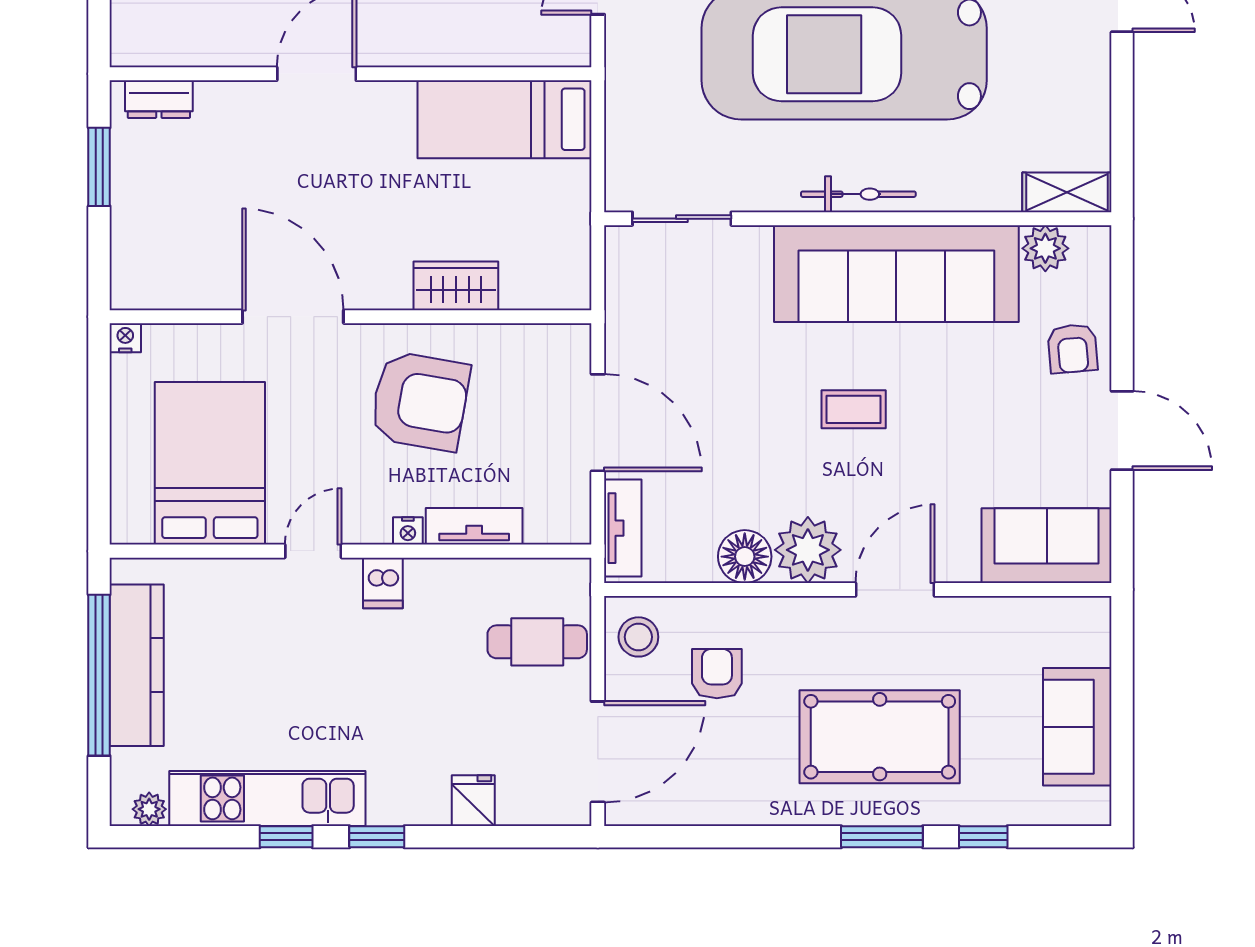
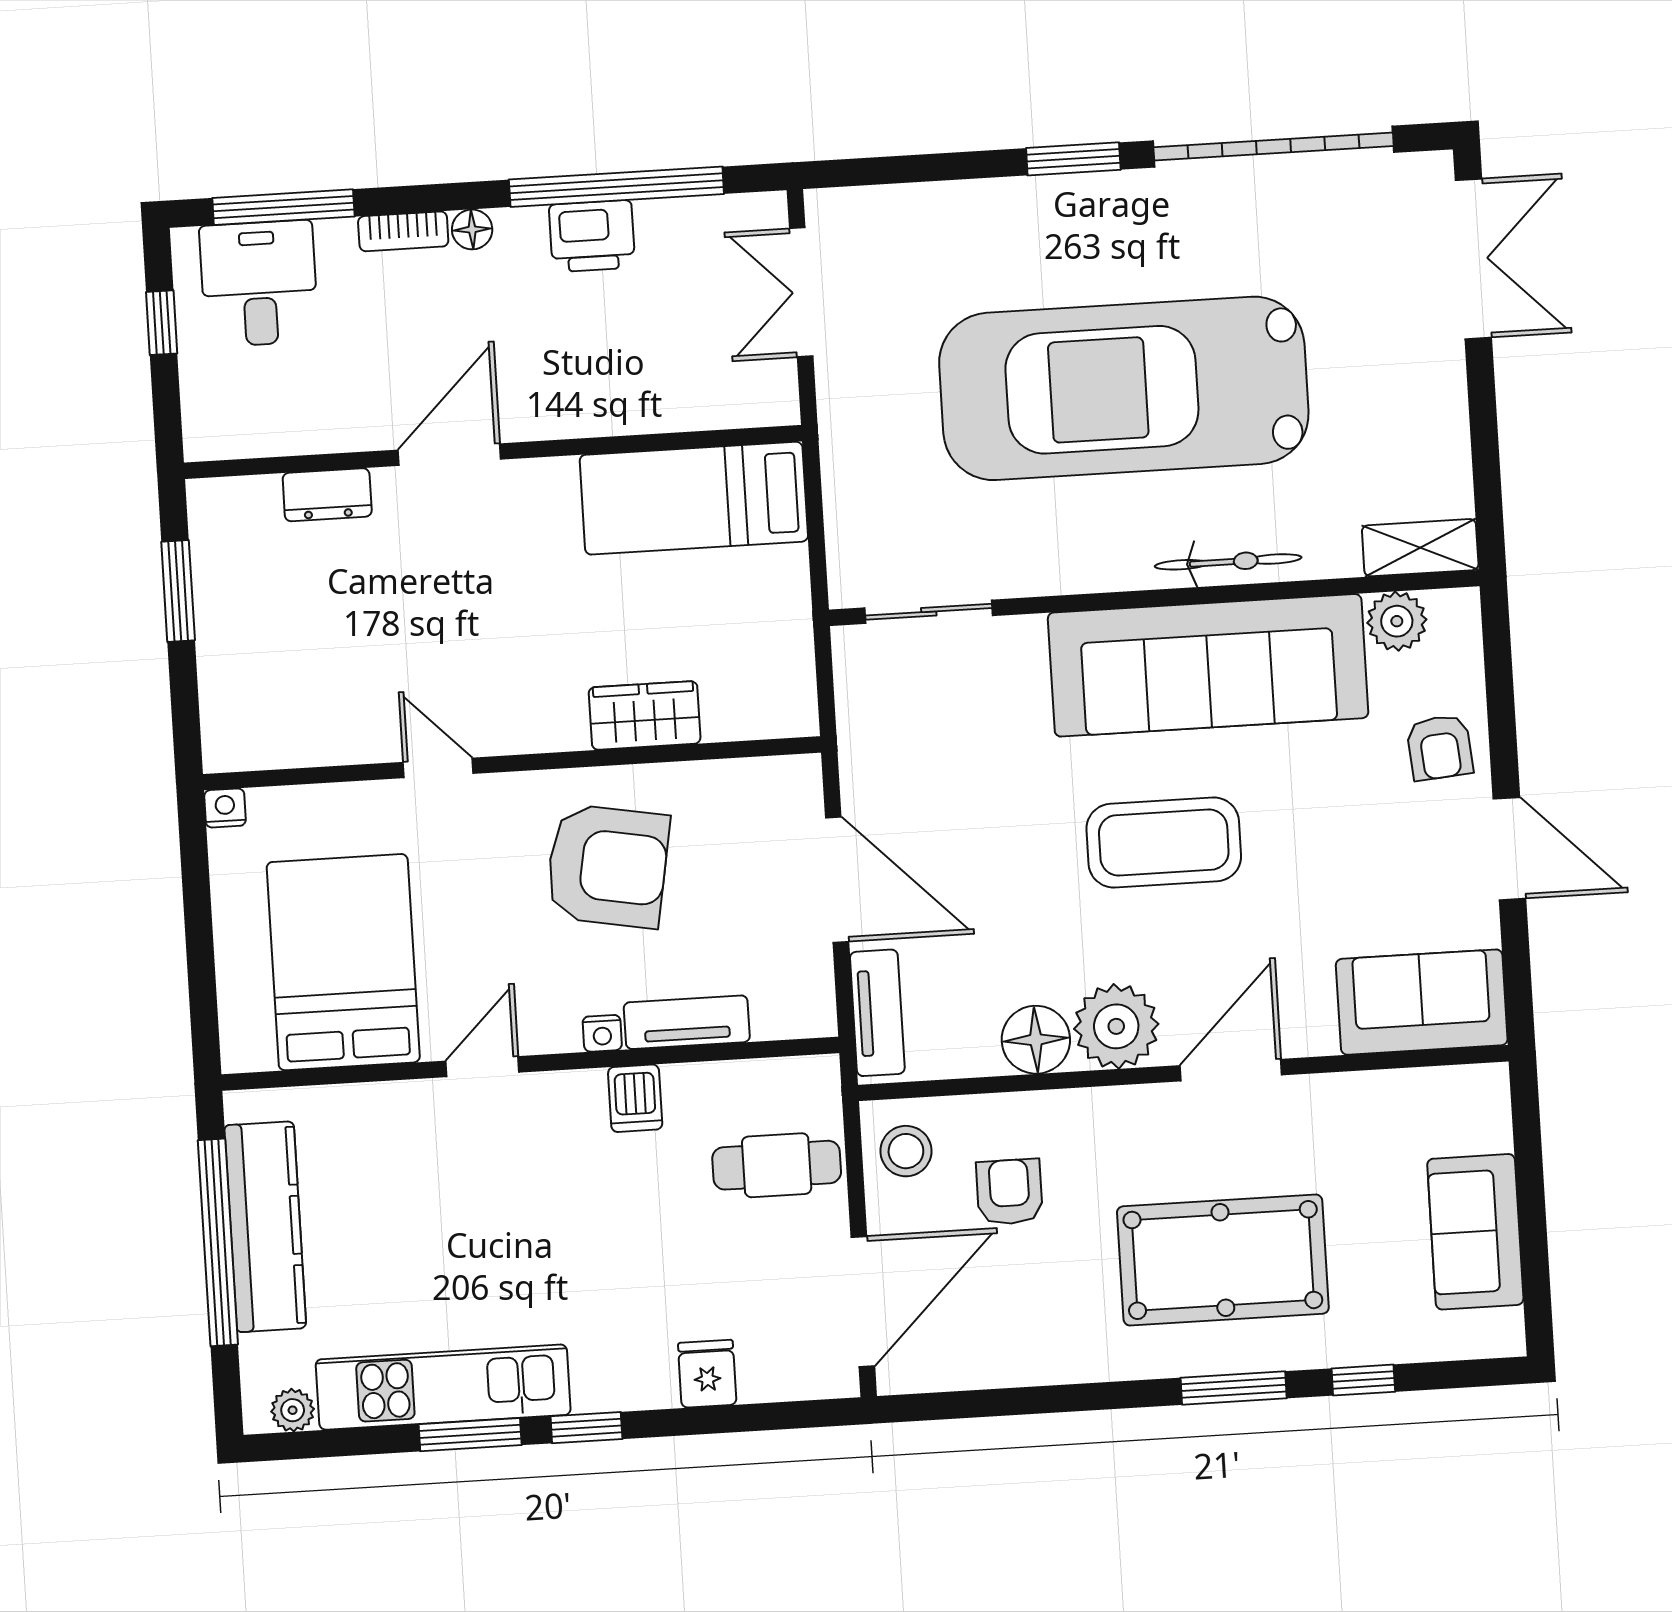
dresser: (159, 99) -> (327, 495), moved
bicycle: (858, 194) -> (1228, 562), moved
door: (293, 317) -> (438, 768), width x0.53
coffee table: (854, 409) -> (1164, 842), width x1.86, depth x1.72
dishwasher: (383, 583) -> (635, 1098), moved
window: (286, 837) -> (470, 1435), width x1.50

